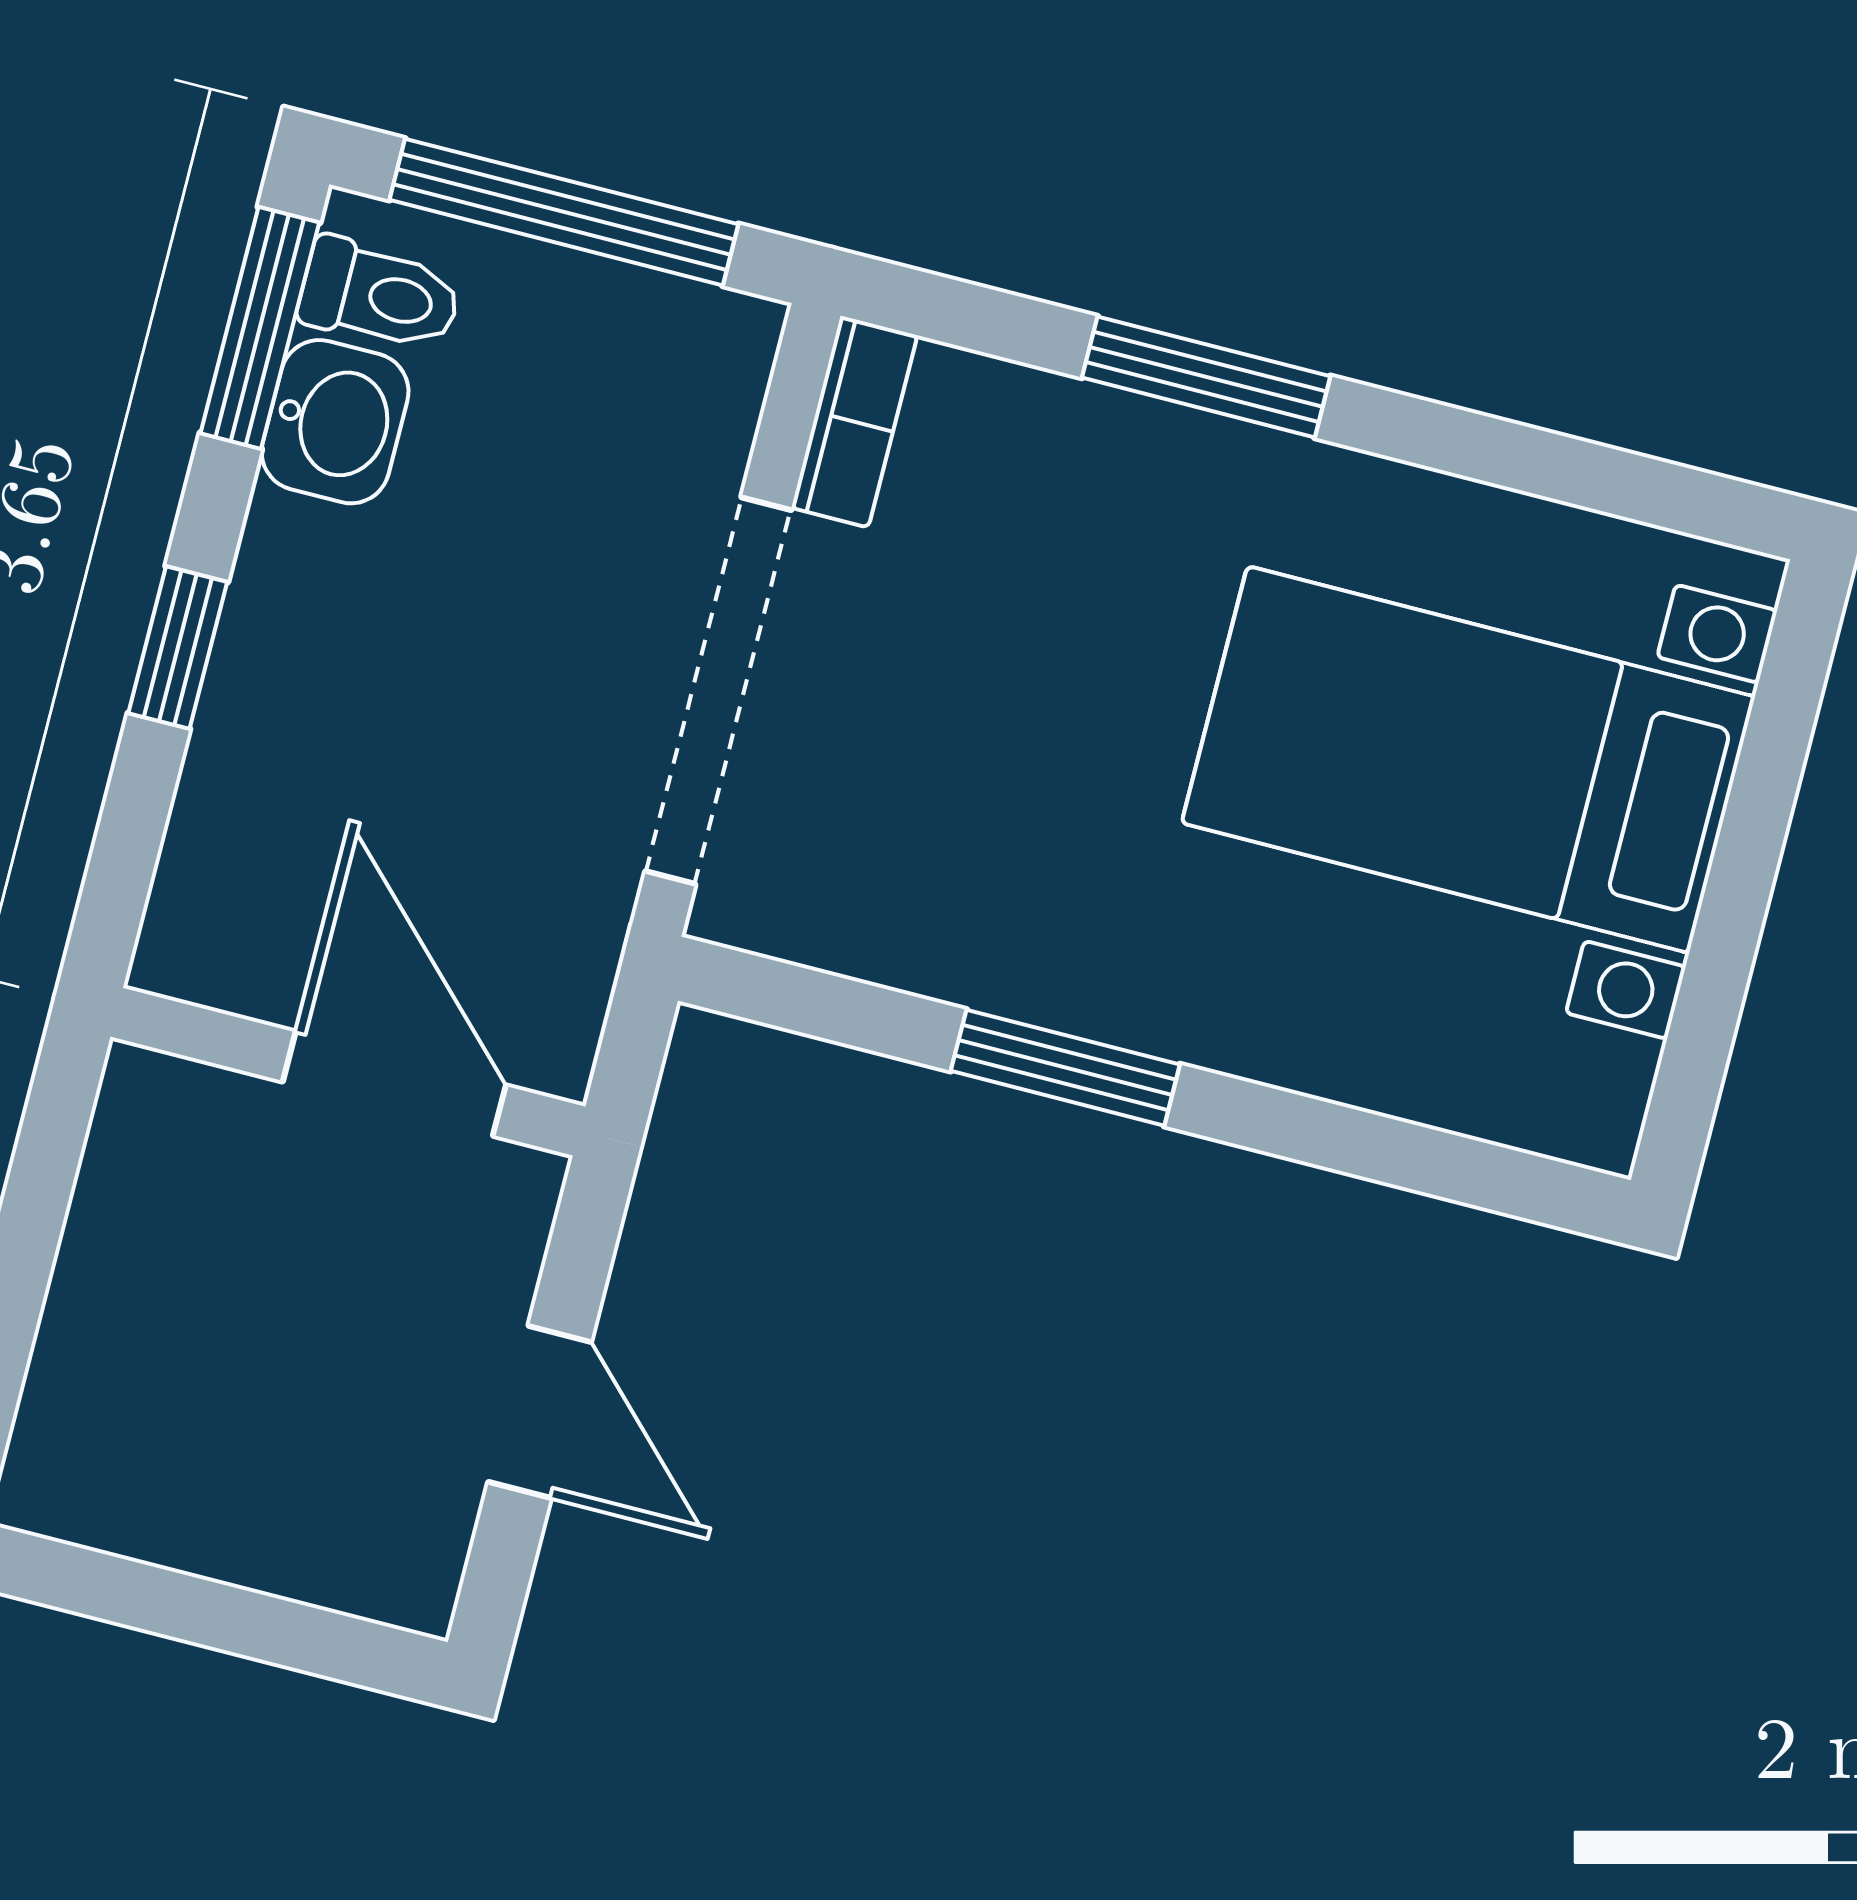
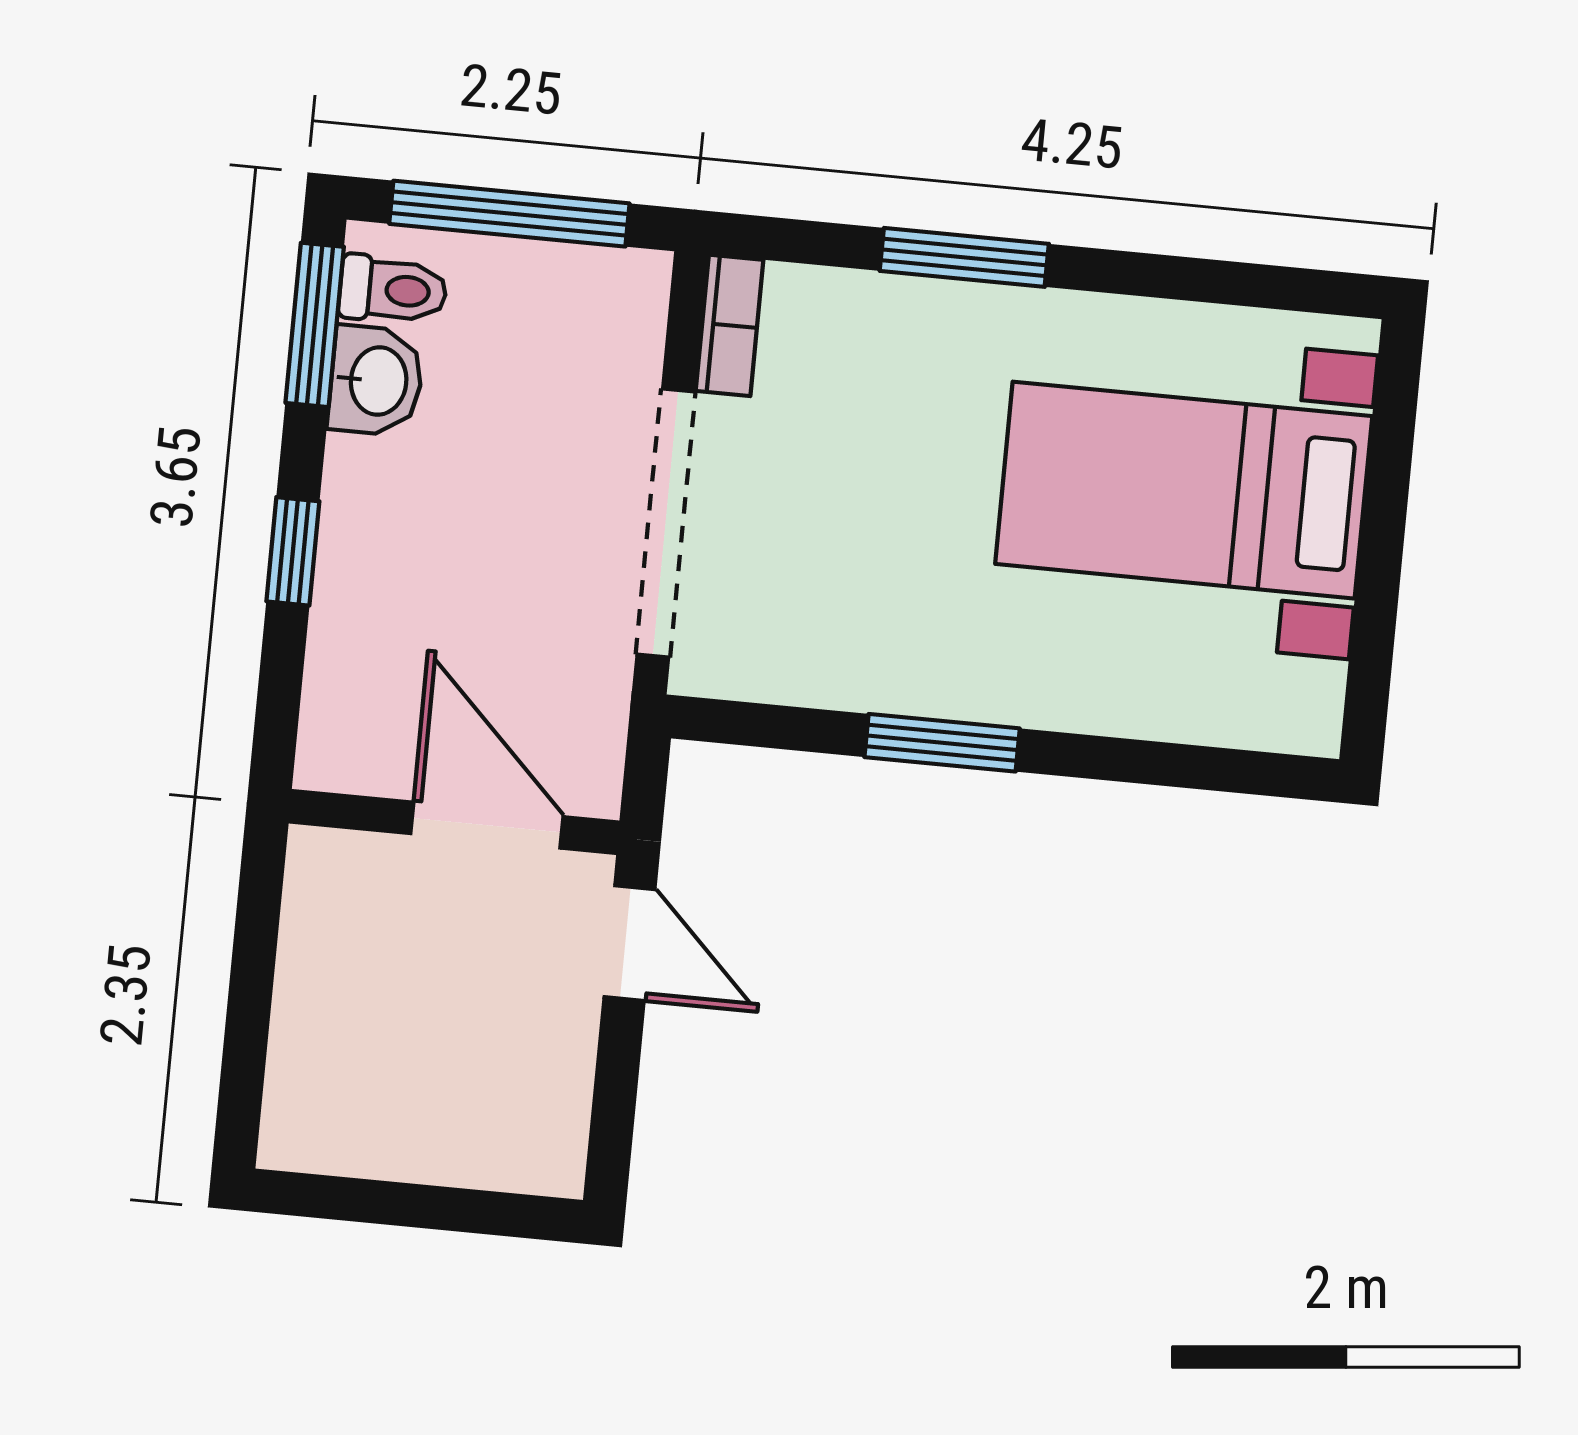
door: (540, 1412) -> (629, 943), moved

